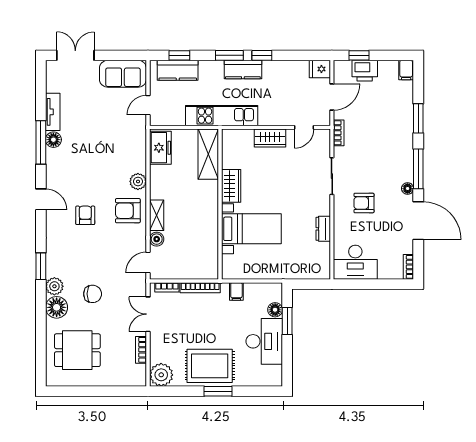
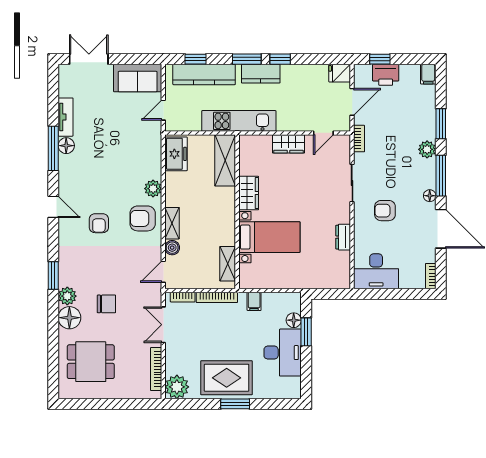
kitchen counter: (178, 70) -> (204, 74), width x1.50
plant: (405, 143) -> (427, 149), added
armchair: (85, 215) -> (99, 223), turned 180
shelving: (211, 255) -> (228, 264), added
bookcase: (141, 350) -> (156, 369), width x1.56

